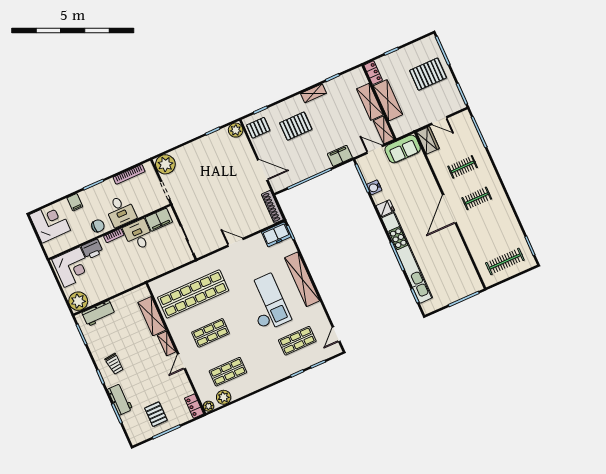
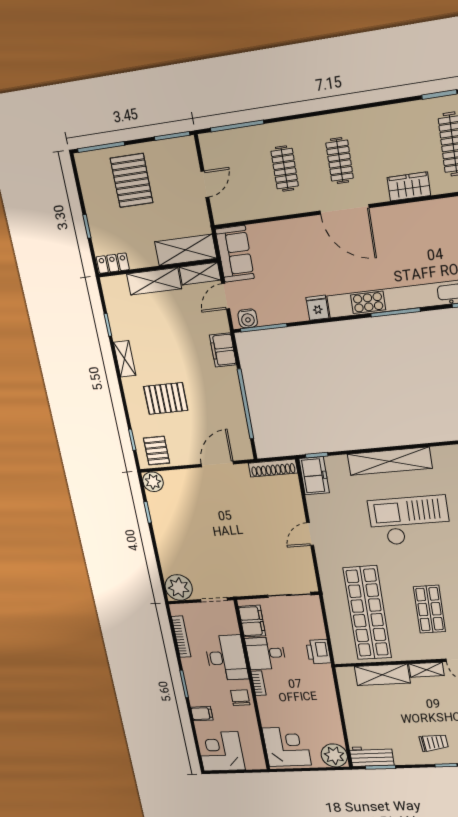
shelving: (388, 100) -> (186, 250), moved
pallet: (296, 126) -> (166, 398), turned 90
wardrobe: (428, 140) -> (409, 186), moved
water cooler: (374, 187) -> (248, 318), moved
desk: (121, 211) -> (226, 658), width x1.37
printer: (92, 249) -> (318, 652), moved, turned 180
workbench: (99, 313) -> (372, 756), moved, turned -90

